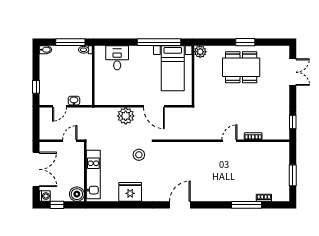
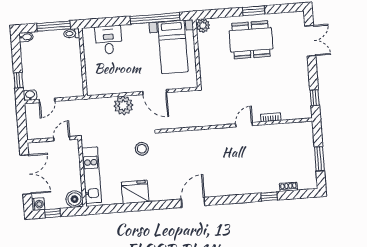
washbasin: (74, 101) -> (30, 95), moved
window: (247, 205) -> (269, 196), width x0.46

